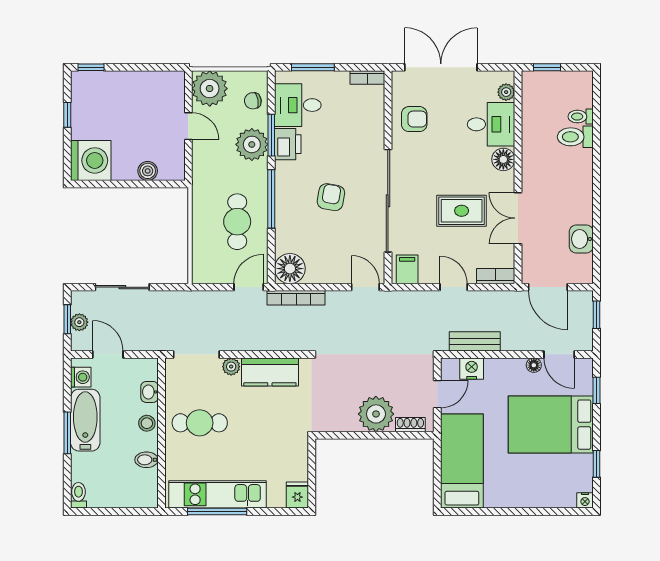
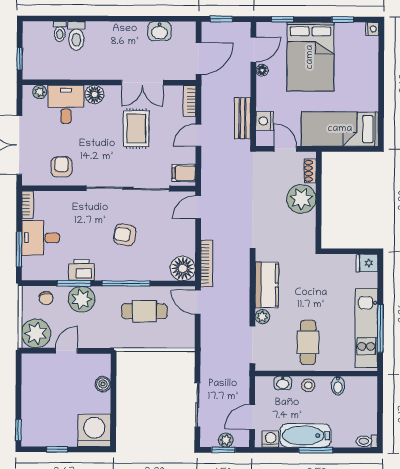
desk: (298, 105) -> (41, 238), moved, turned 90

